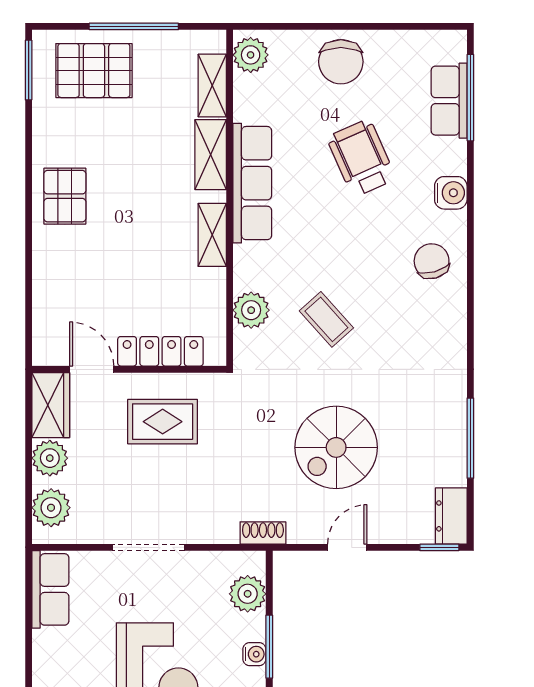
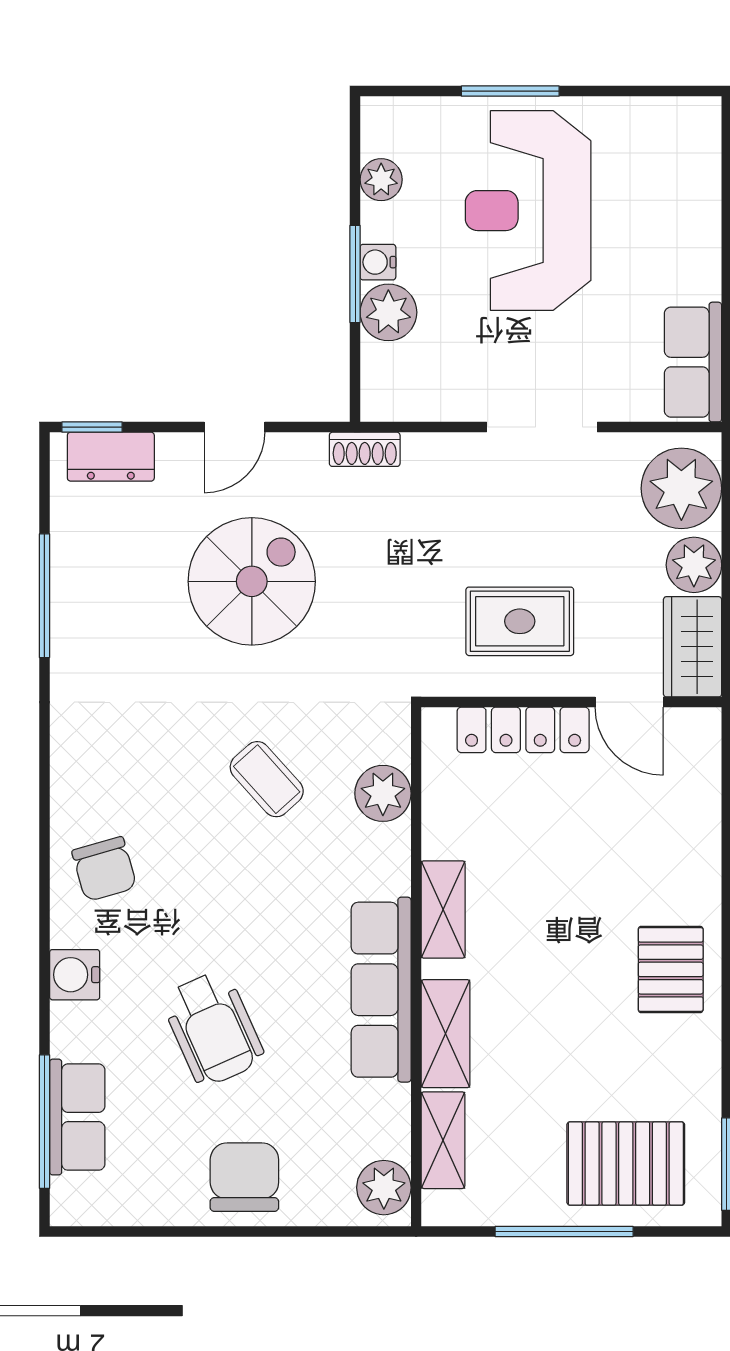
plant: (51, 508) -> (681, 488), width x1.36, depth x1.36
dresser: (451, 516) -> (111, 457), moved, turned 90
plant: (248, 594) -> (388, 312), moved

